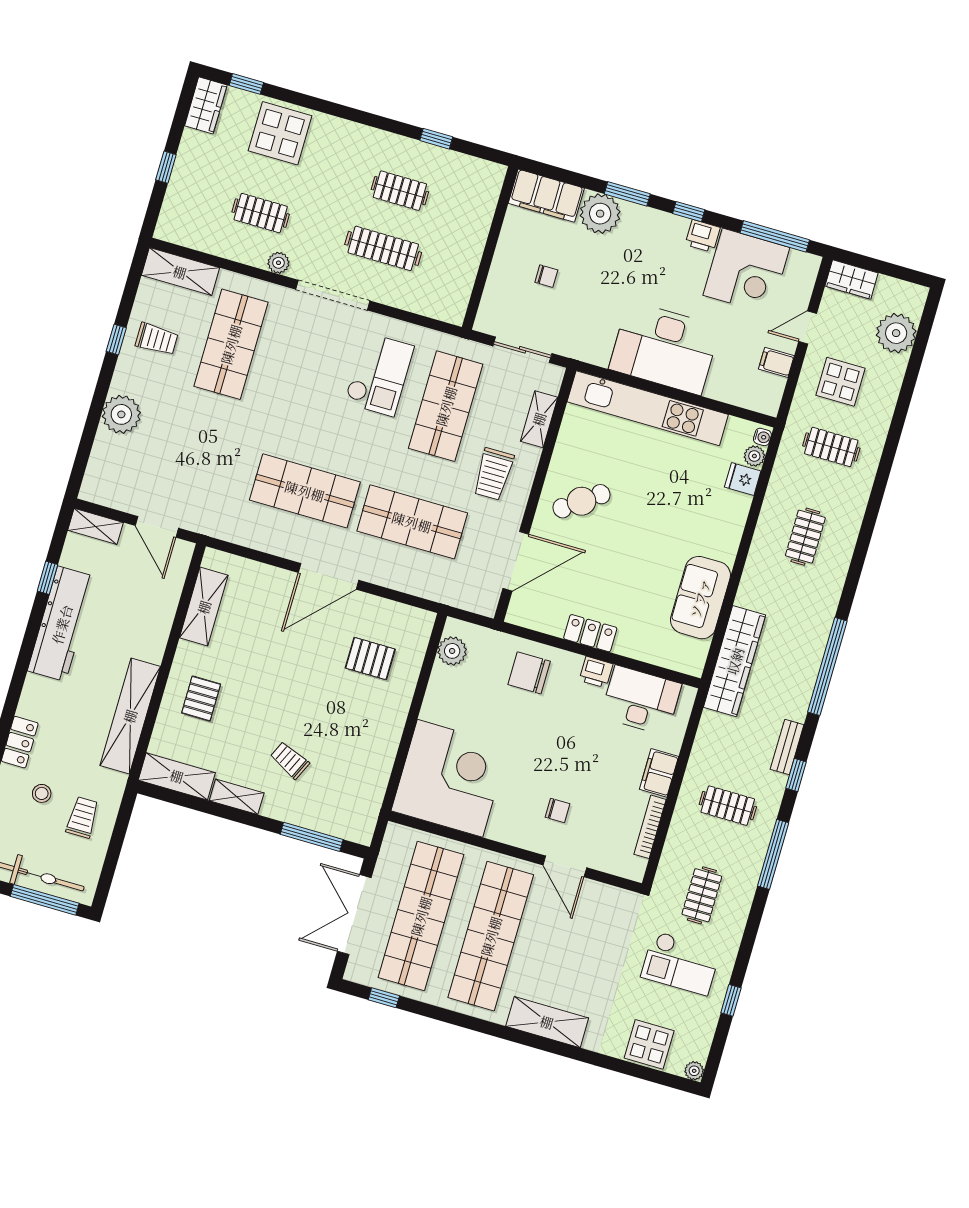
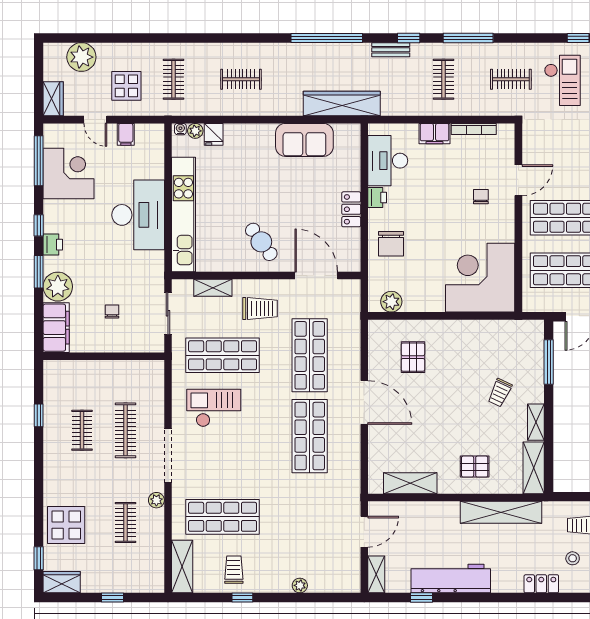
printer: (703, 236) -> (53, 245), moved
plant: (121, 414) -> (300, 585), width x0.53, depth x0.53

